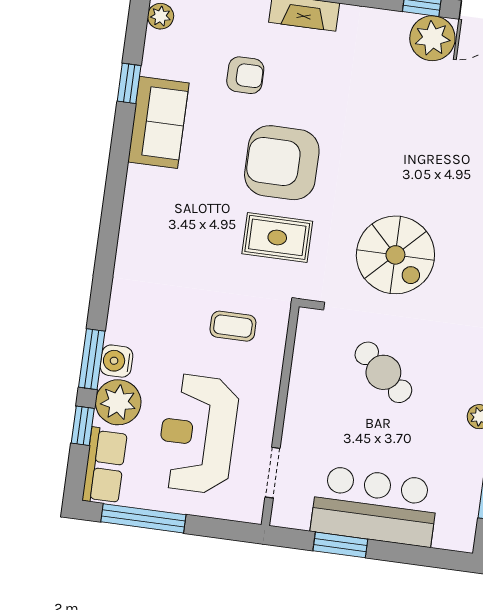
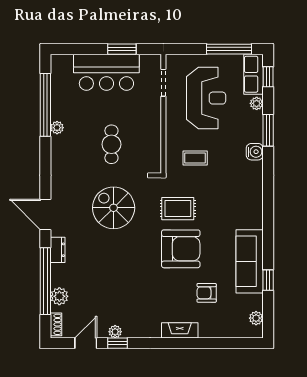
plant: (432, 38) -> (115, 332), width x0.53, depth x0.53
sofa: (158, 122) -> (250, 261), width x1.36
water cooler: (116, 361) -> (255, 152), moved
cafe table: (383, 372) -> (111, 144), turned 49
plant: (118, 402) -> (257, 103), width x0.53, depth x0.53
window: (83, 426) -> (268, 77), moved

